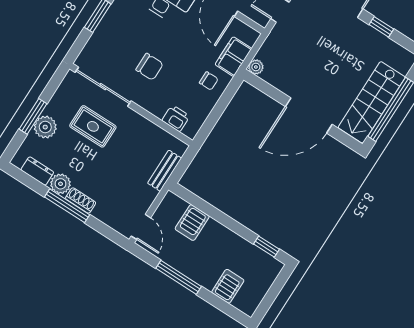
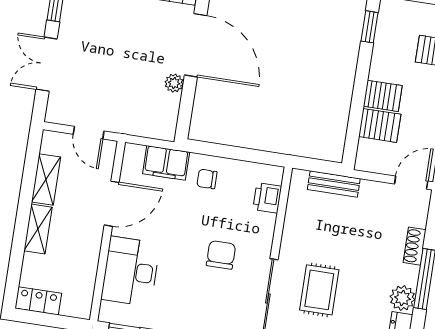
plant: (256, 67) -> (174, 83), moved
chair: (209, 81) -> (207, 179), turned -90
shoe rack: (81, 200) -> (415, 246), moved
server rack: (212, 234) -> (383, 96), added

